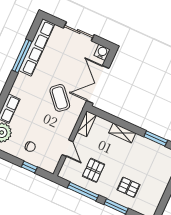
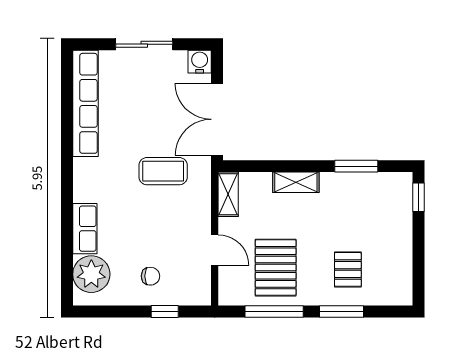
window: (22, 56) -> (67, 129), removed
coffee table: (60, 98) -> (163, 171), turned -49
pallet: (94, 170) -> (276, 268), width x1.50, depth x1.42
pallet: (128, 187) -> (348, 269), turned 90

